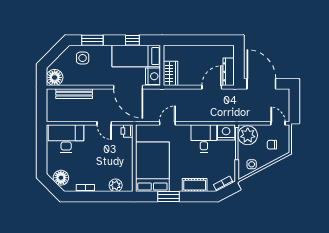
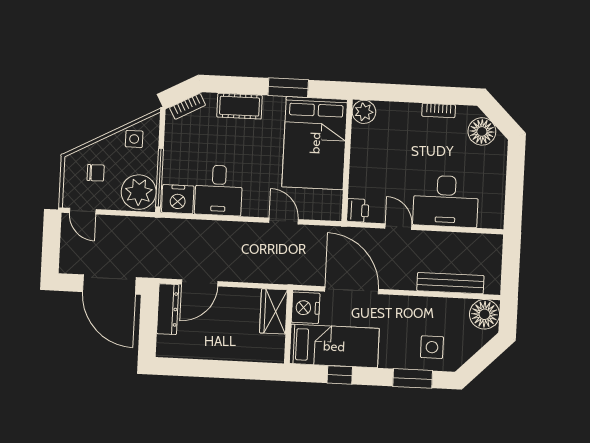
door: (167, 123) -> (284, 221), swing flipped
desk: (66, 139) -> (446, 201), moved
plant: (116, 185) -> (364, 112), moved

